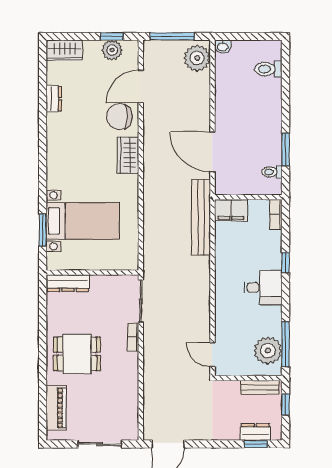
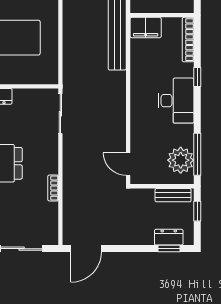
bookcase: (276, 214) -> (188, 40), width x1.56
desk: (263, 288) -> (176, 101), width x1.37
bookcase: (133, 337) -> (53, 188), moved

